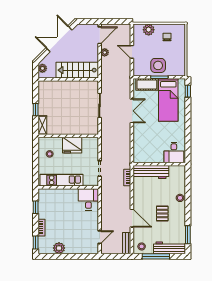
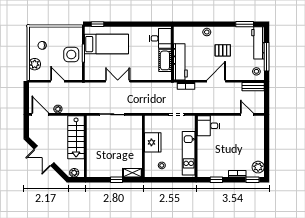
double door: (59, 39) -> (44, 156), width x0.73
door: (132, 52) -> (57, 81), swing flipped
cot: (147, 84) -> (165, 60), moved
door: (132, 218) -> (216, 81), moved
plant: (59, 248) -> (258, 167), moved

